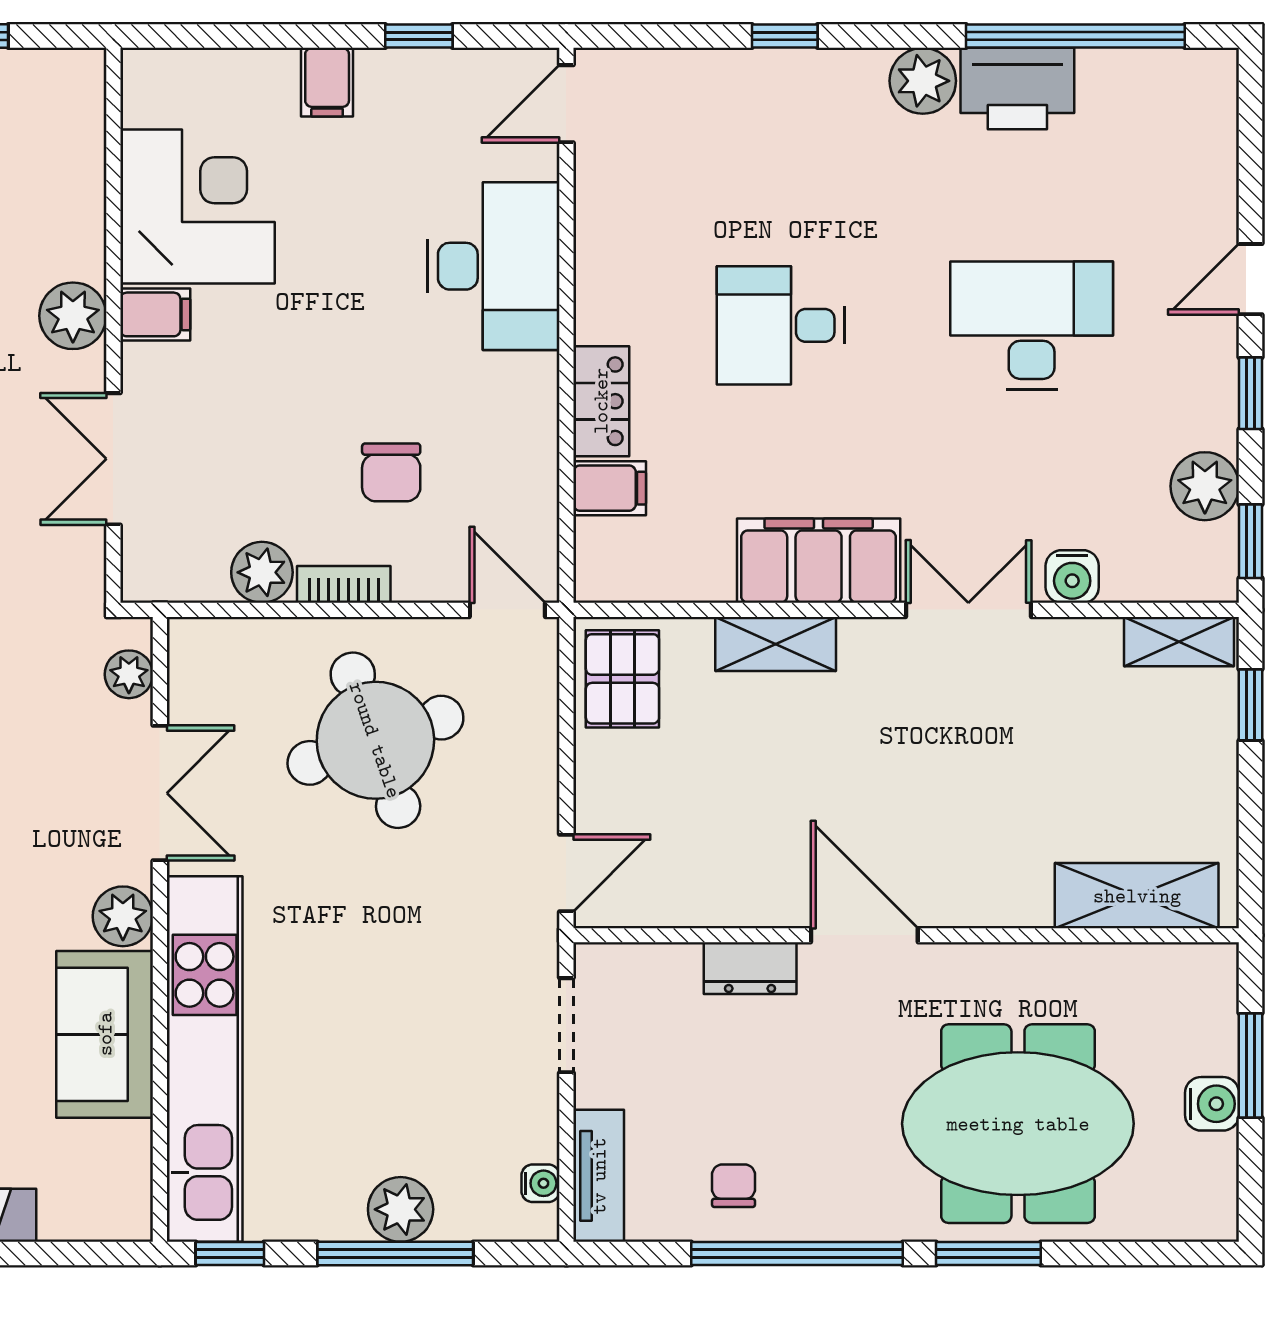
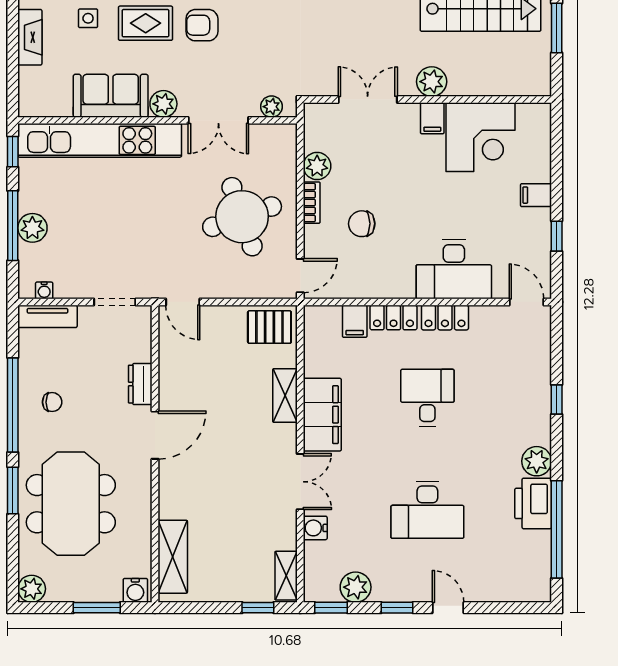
locker: (601, 286) -> (445, 318), added
desk: (1032, 325) -> (427, 510), turned 90
water cooler: (1212, 1104) -> (135, 590), moved
chair: (734, 1186) -> (52, 402), moved
plant: (1208, 1211) -> (32, 589), added

